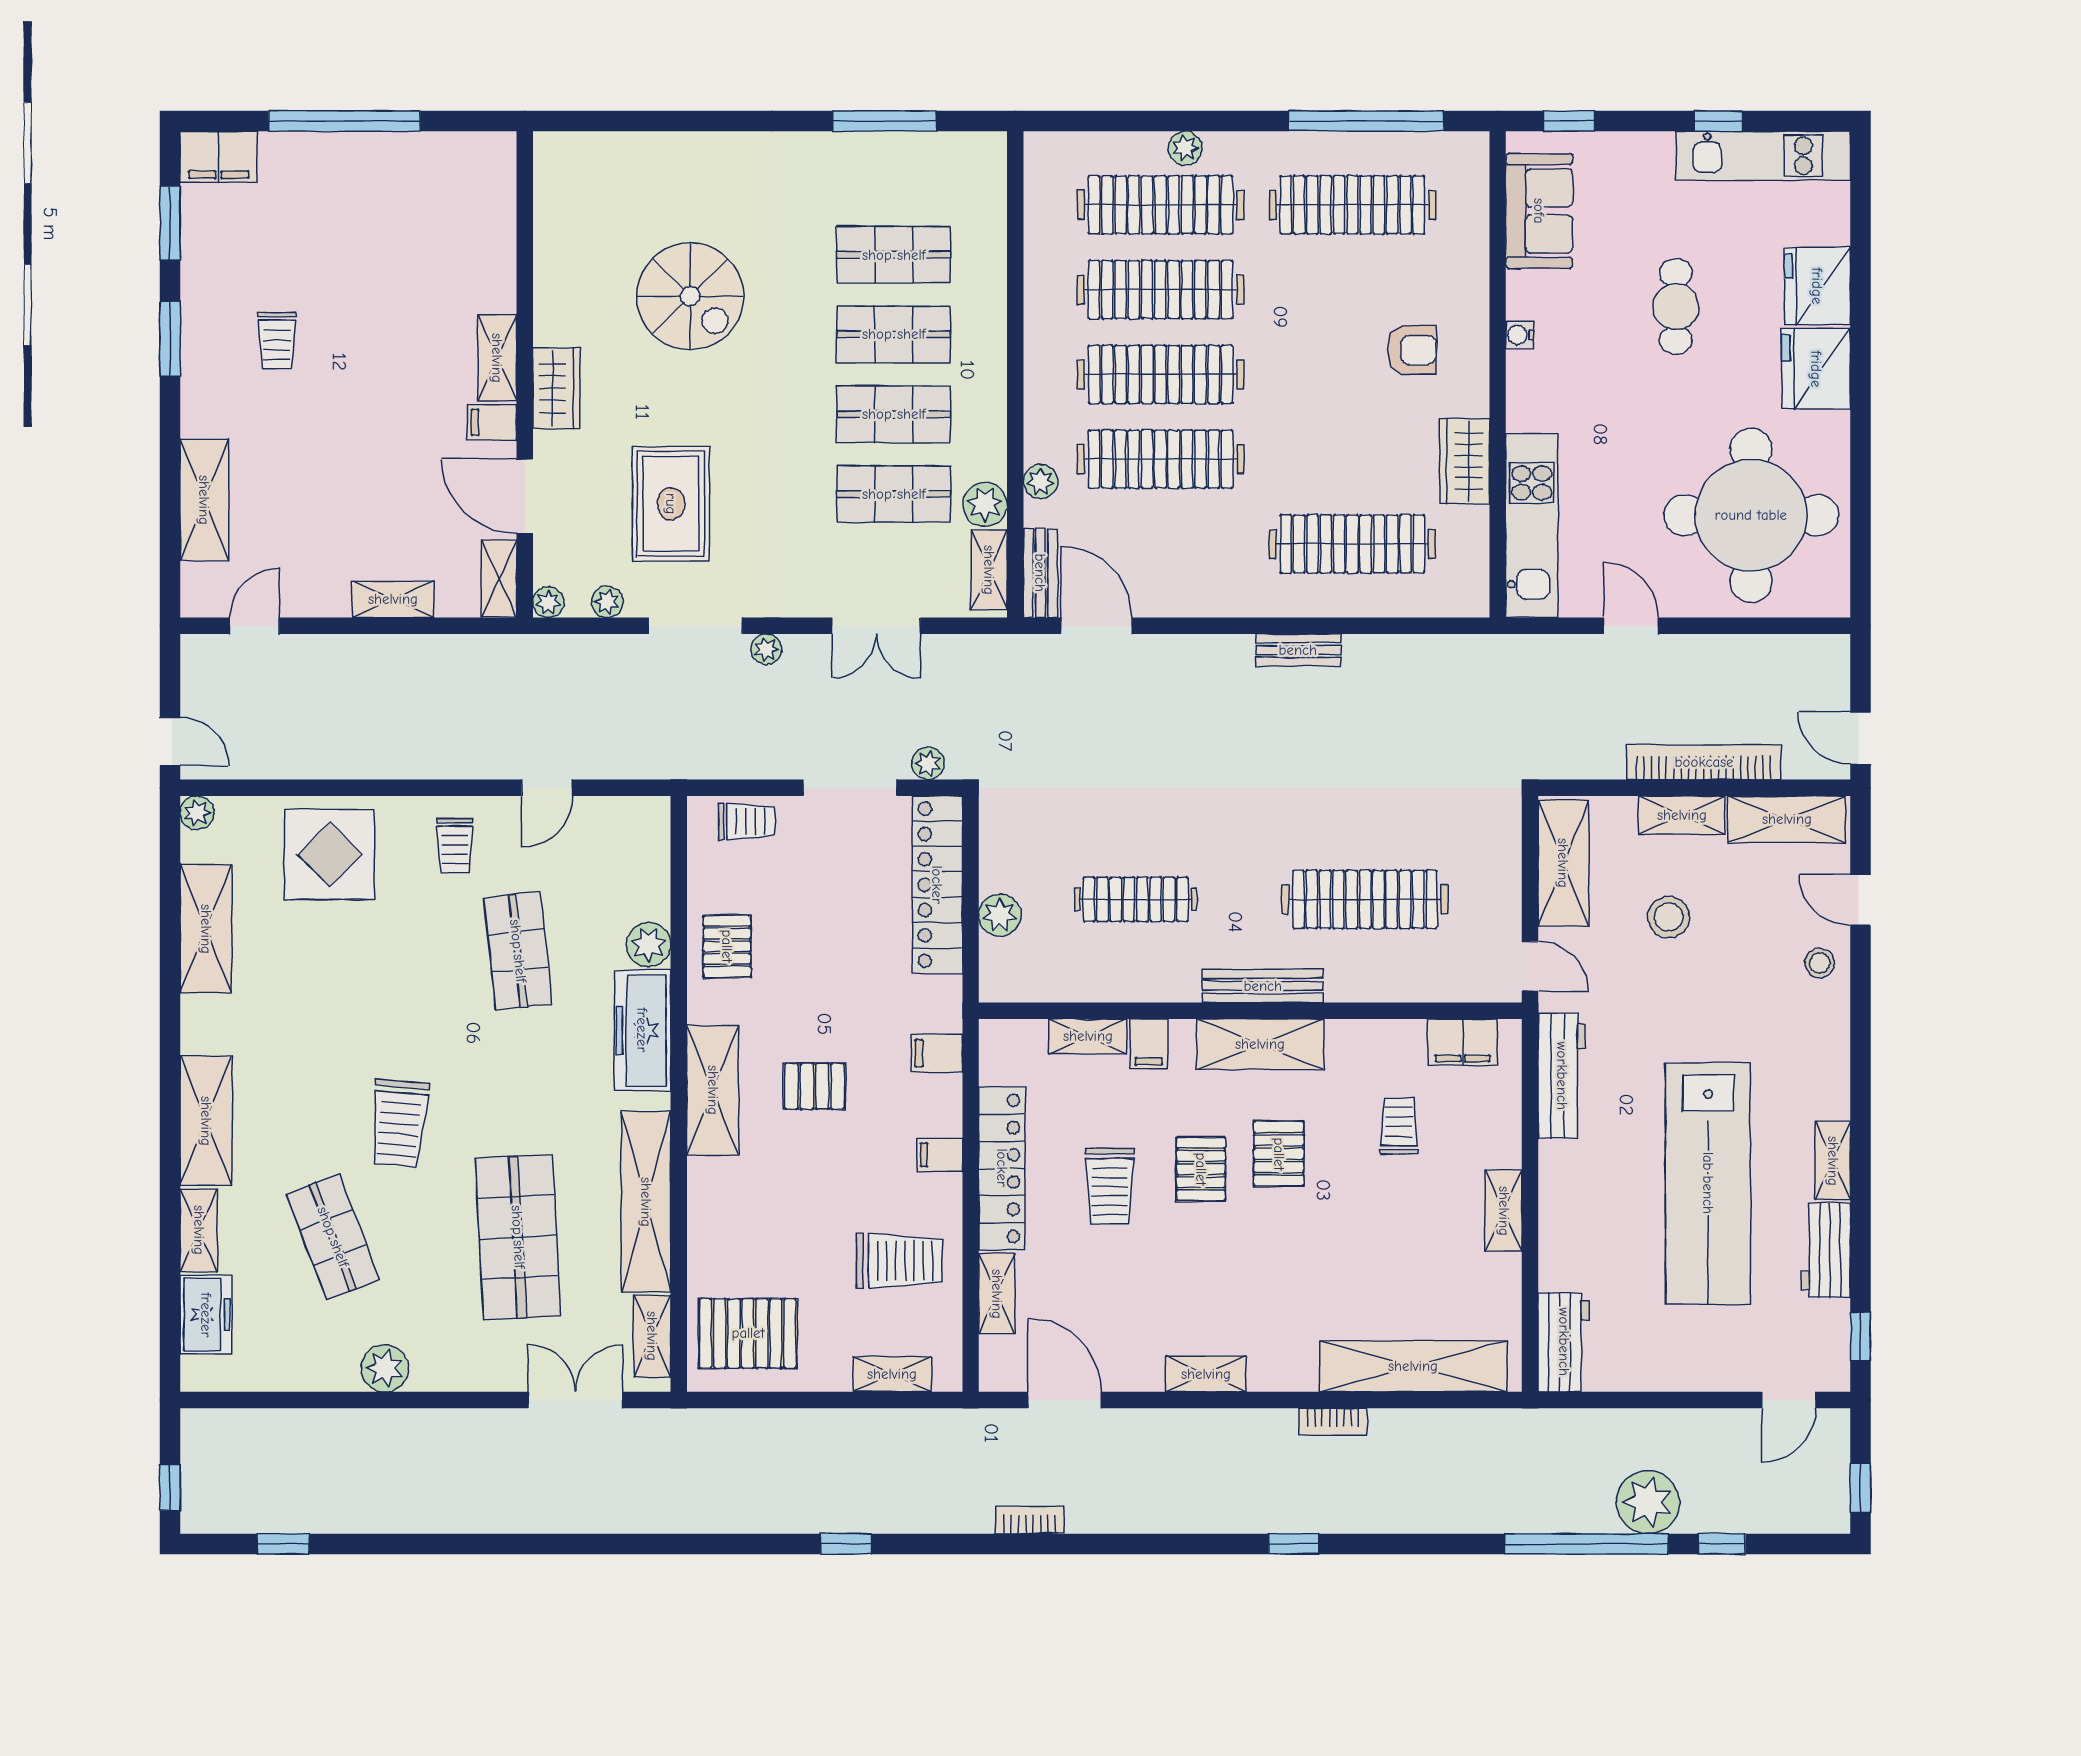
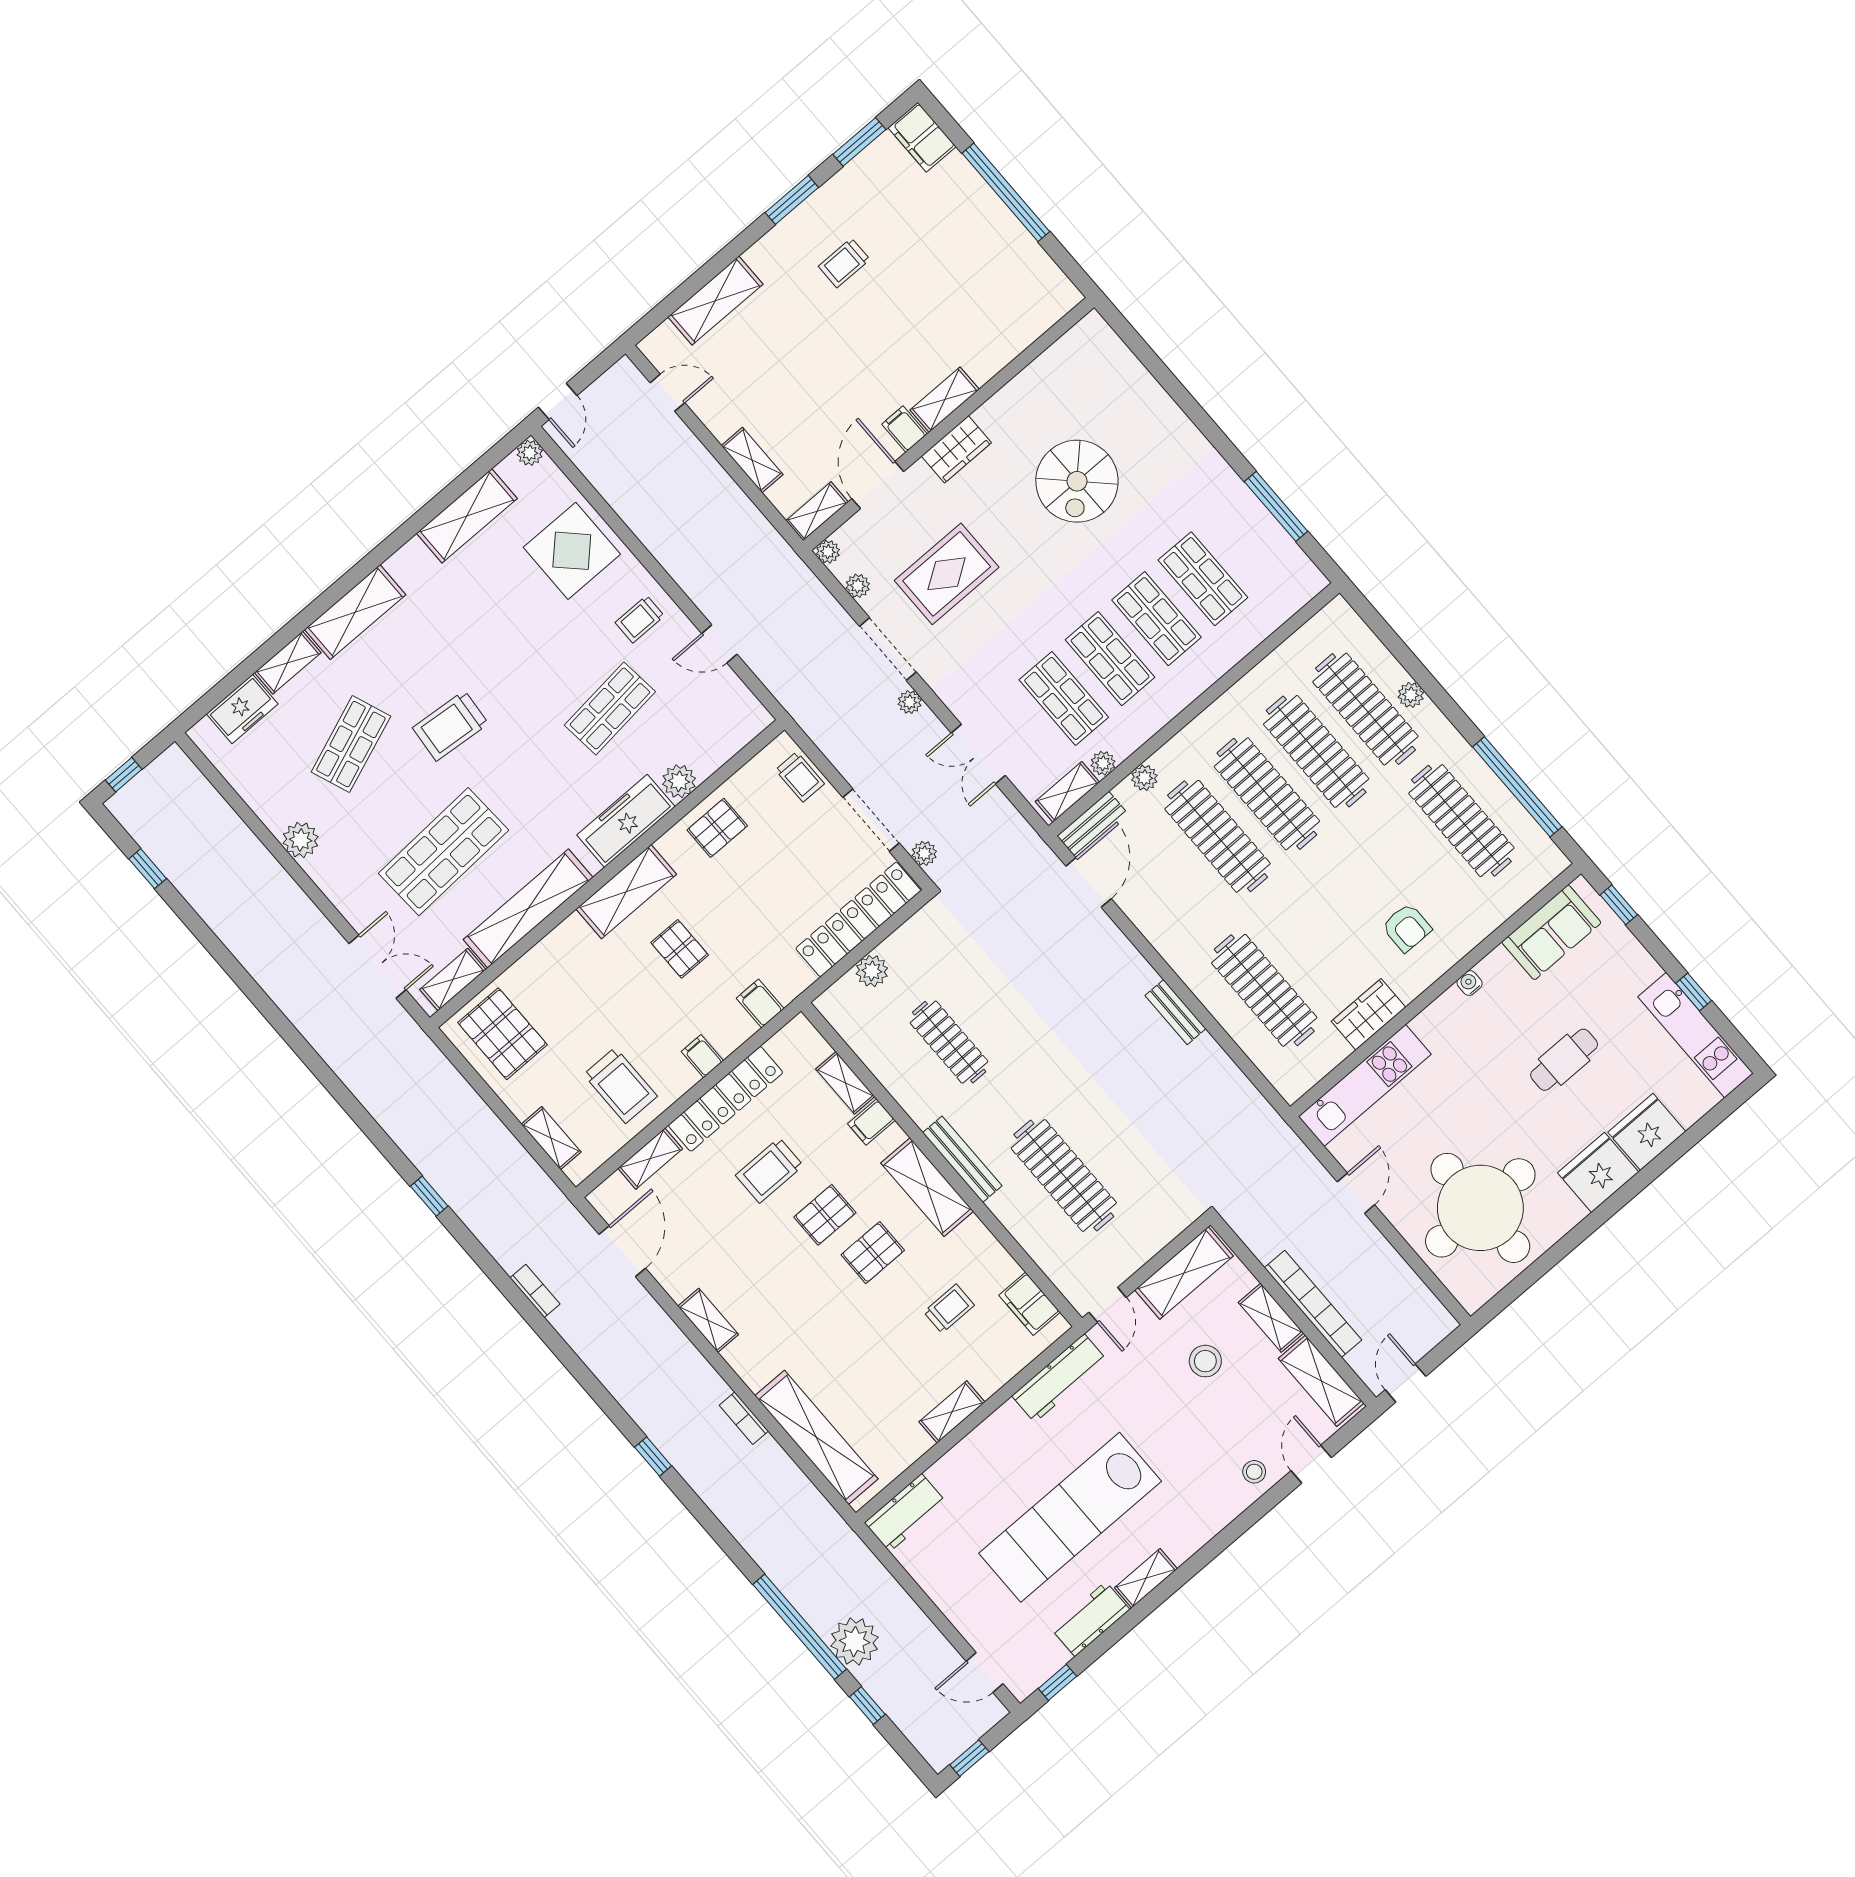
plant: (985, 504) -> (1103, 763), width x0.73, depth x0.73

